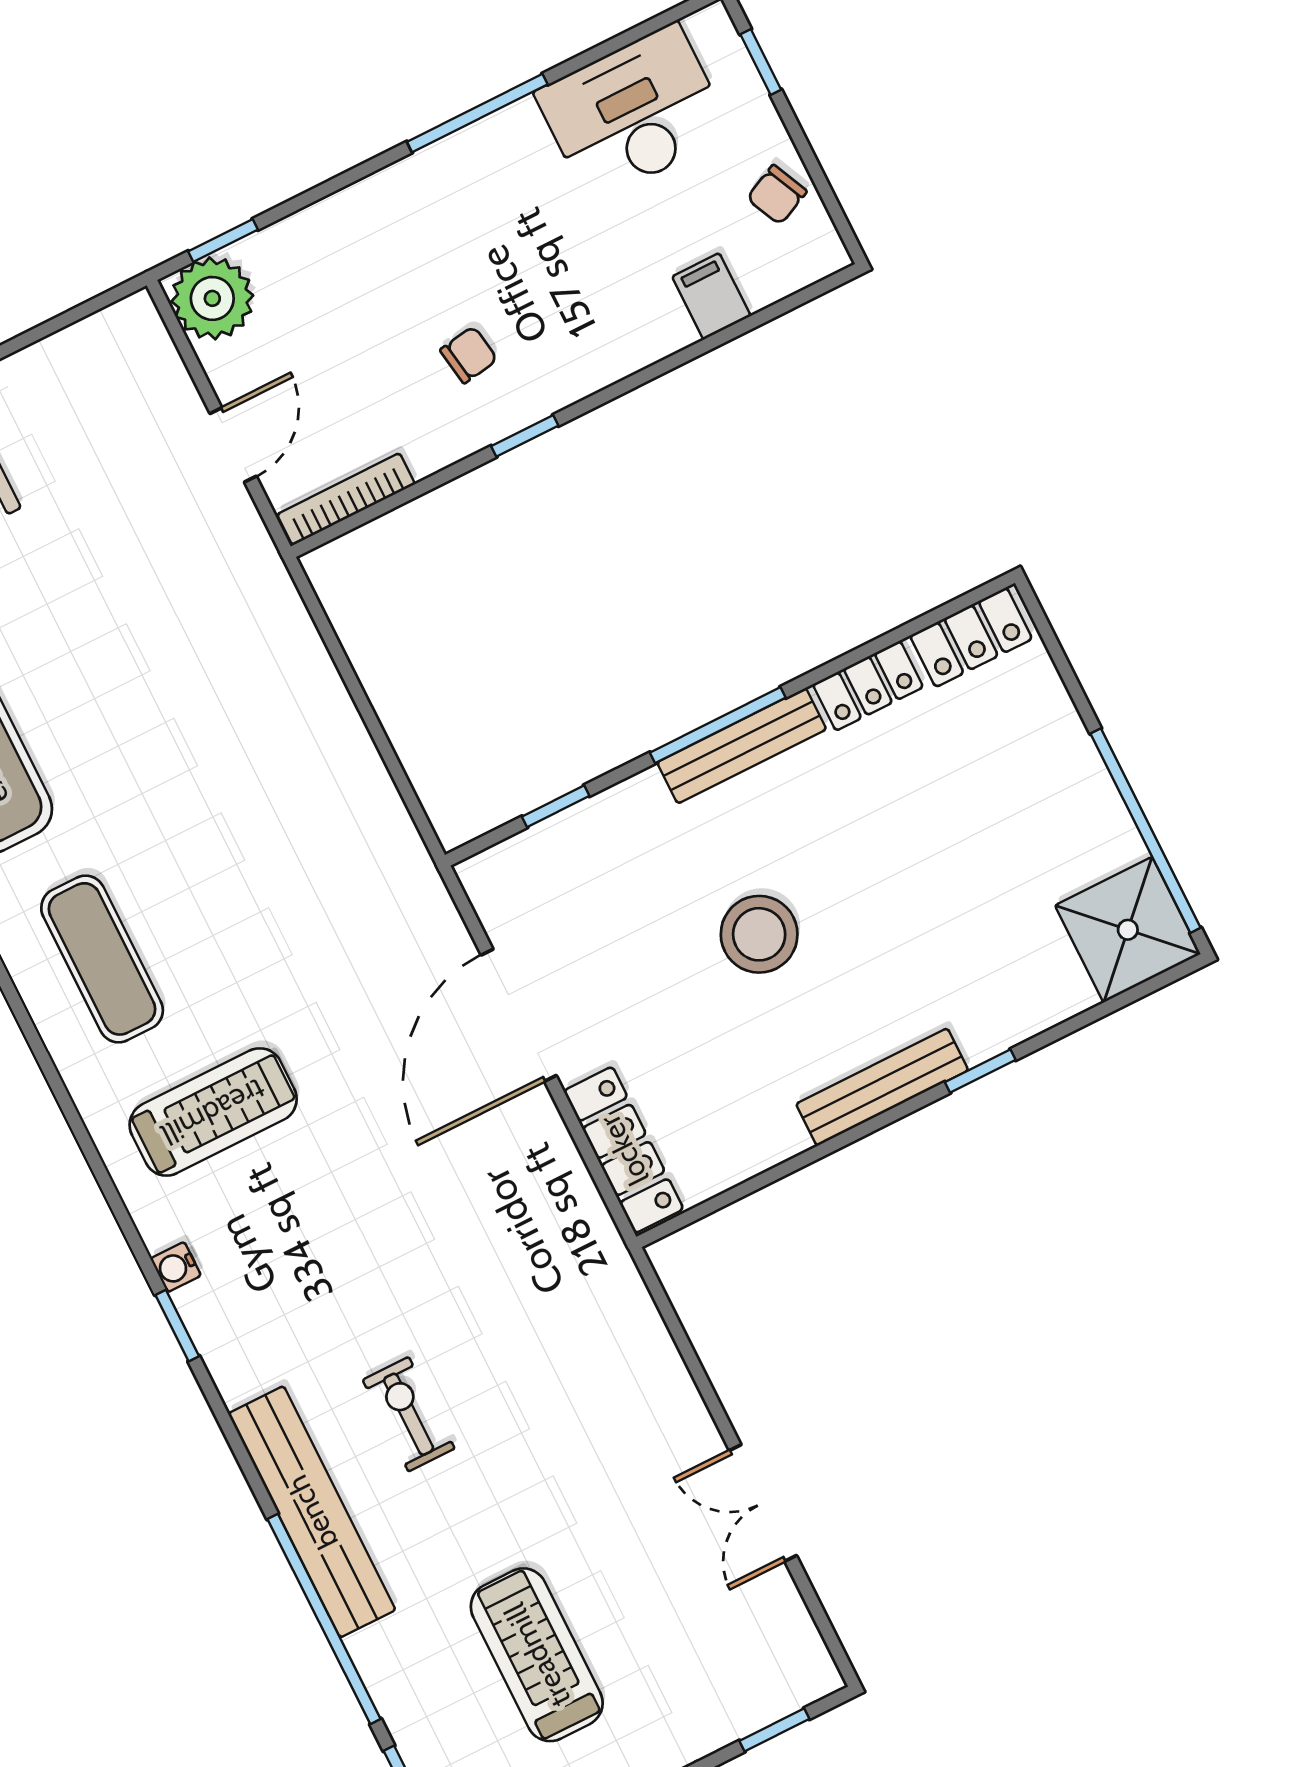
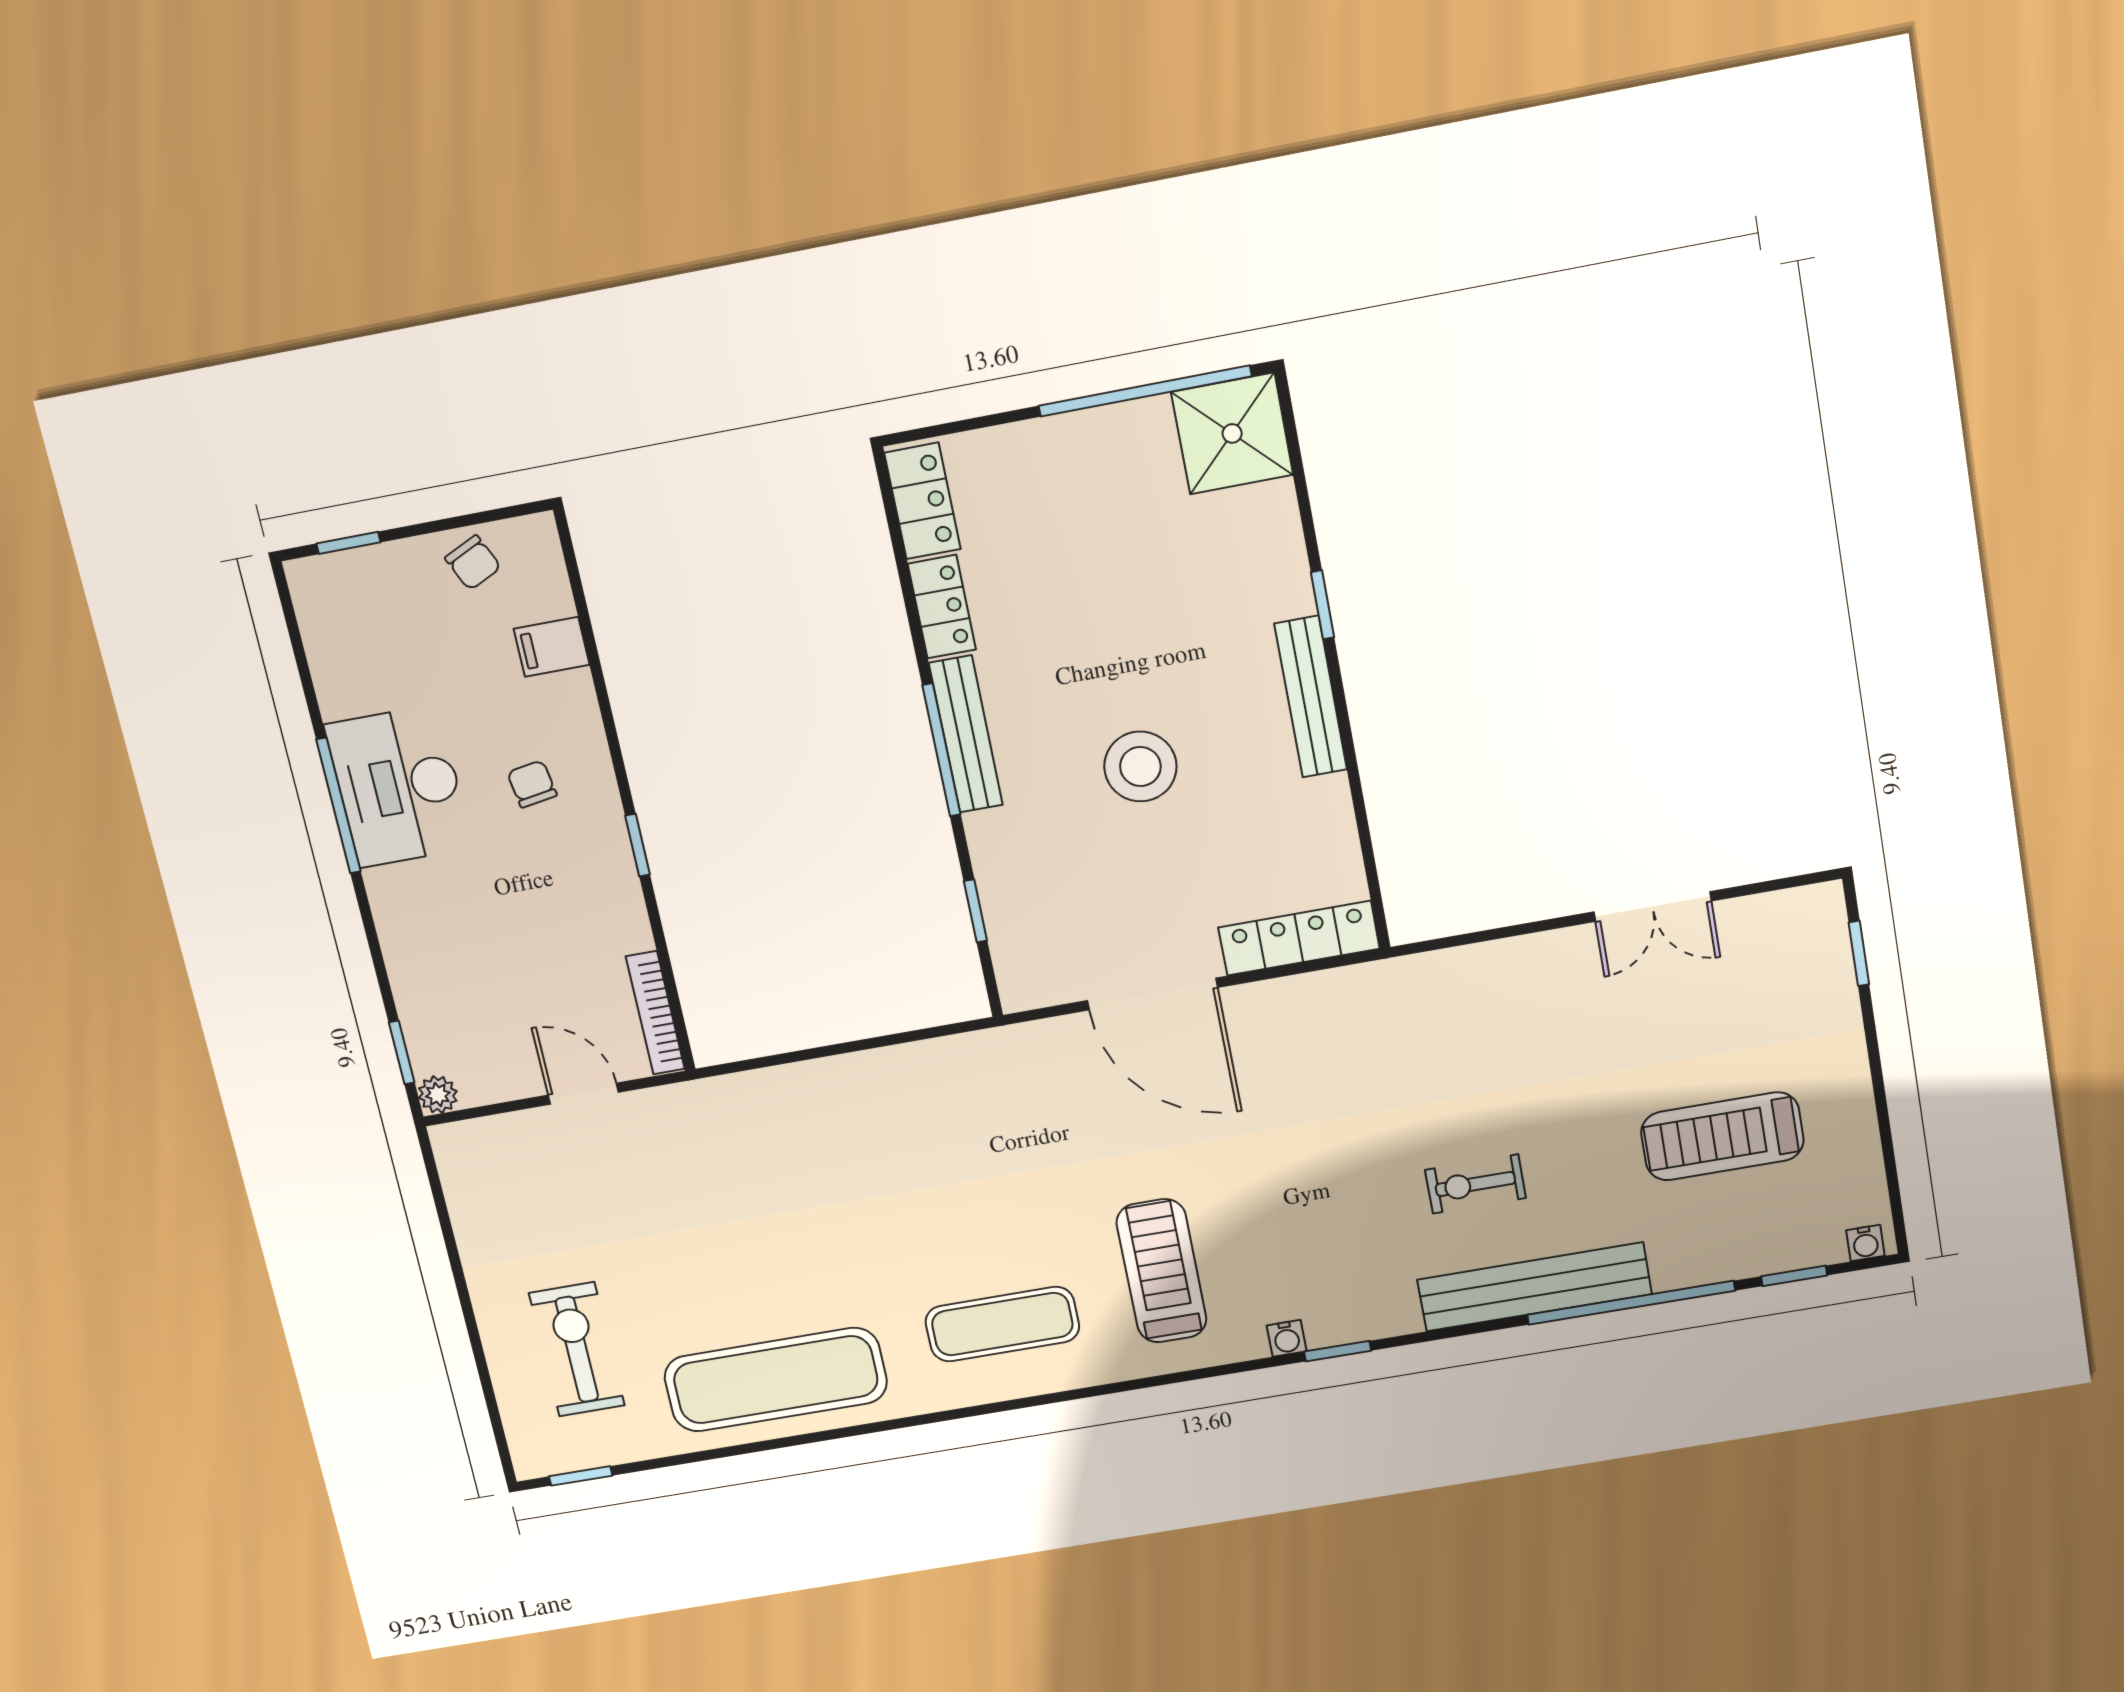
desk: (633, 113) -> (399, 786), moved
plant: (212, 298) -> (438, 1095), width x0.53, depth x0.53
chair: (469, 355) -> (532, 784), moved

